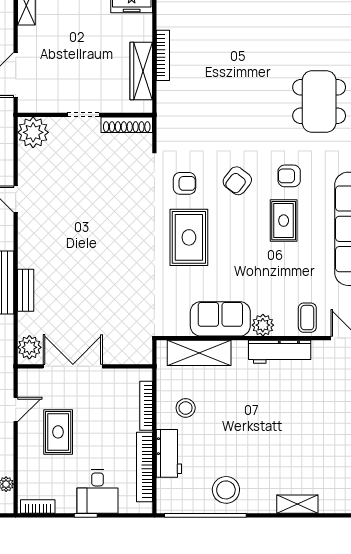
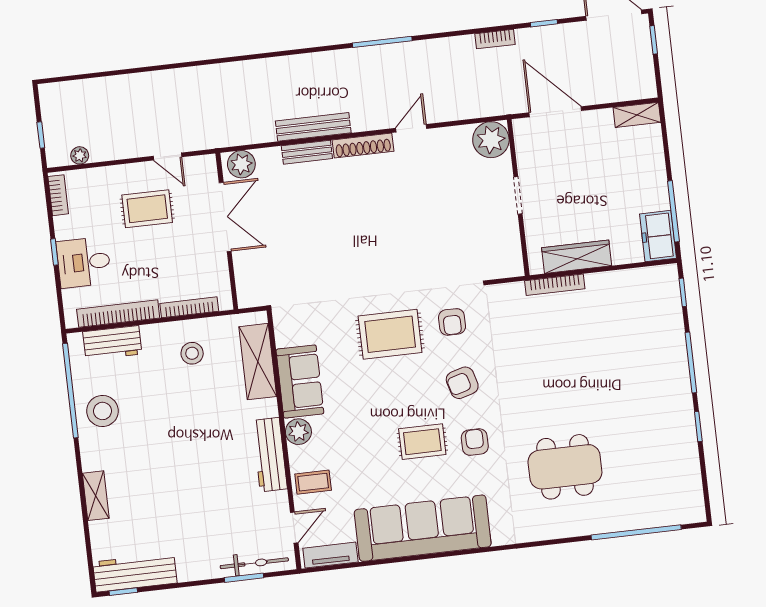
bookcase: (163, 55) -> (555, 285), moved
shoe rack: (127, 125) -> (363, 146), moved, turned -90
armchair: (237, 181) -> (462, 383), turned -54
workbench: (169, 453) -> (112, 343), moved

